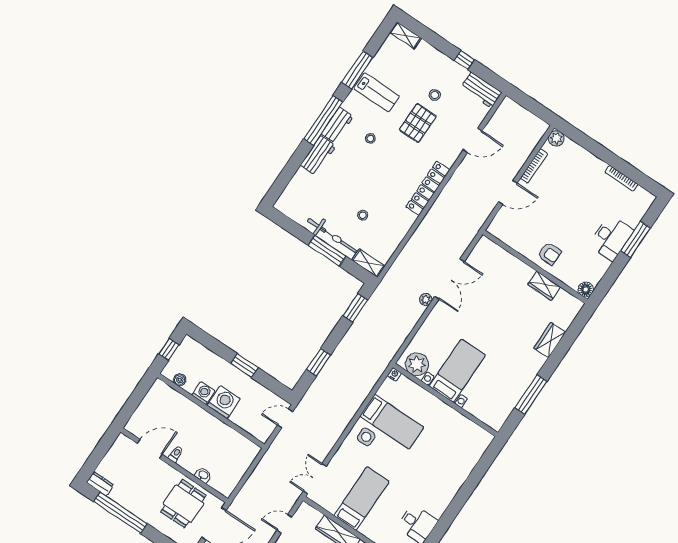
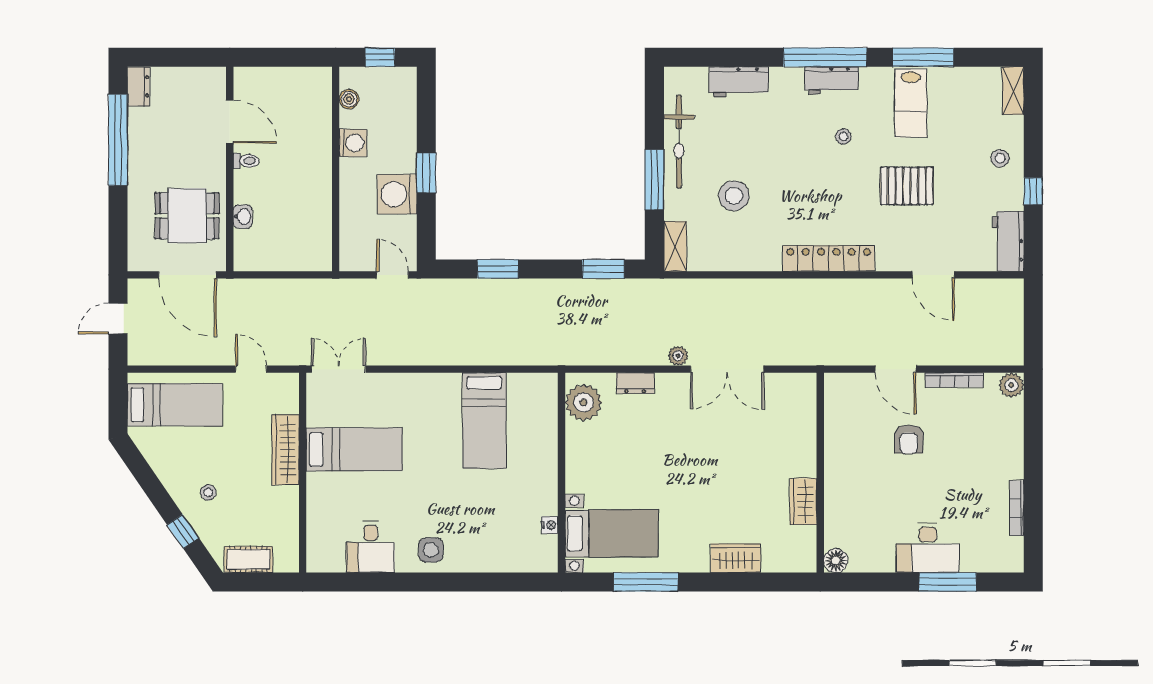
stool: (435, 95) -> (1000, 158), moved
workbench: (318, 155) -> (739, 82), moved
stool: (363, 215) -> (734, 196), width x1.89, depth x1.89
bicycle: (332, 236) -> (679, 142), moved
armchair: (549, 254) -> (909, 439), moved
dresser: (425, 331) -> (635, 383), added
bed with nightstands: (457, 371) -> (611, 533), moved
nightstand: (394, 374) -> (550, 525), moved
washing machine: (224, 402) -> (397, 194), moved, turned 180
side table: (366, 437) -> (431, 550), moved

